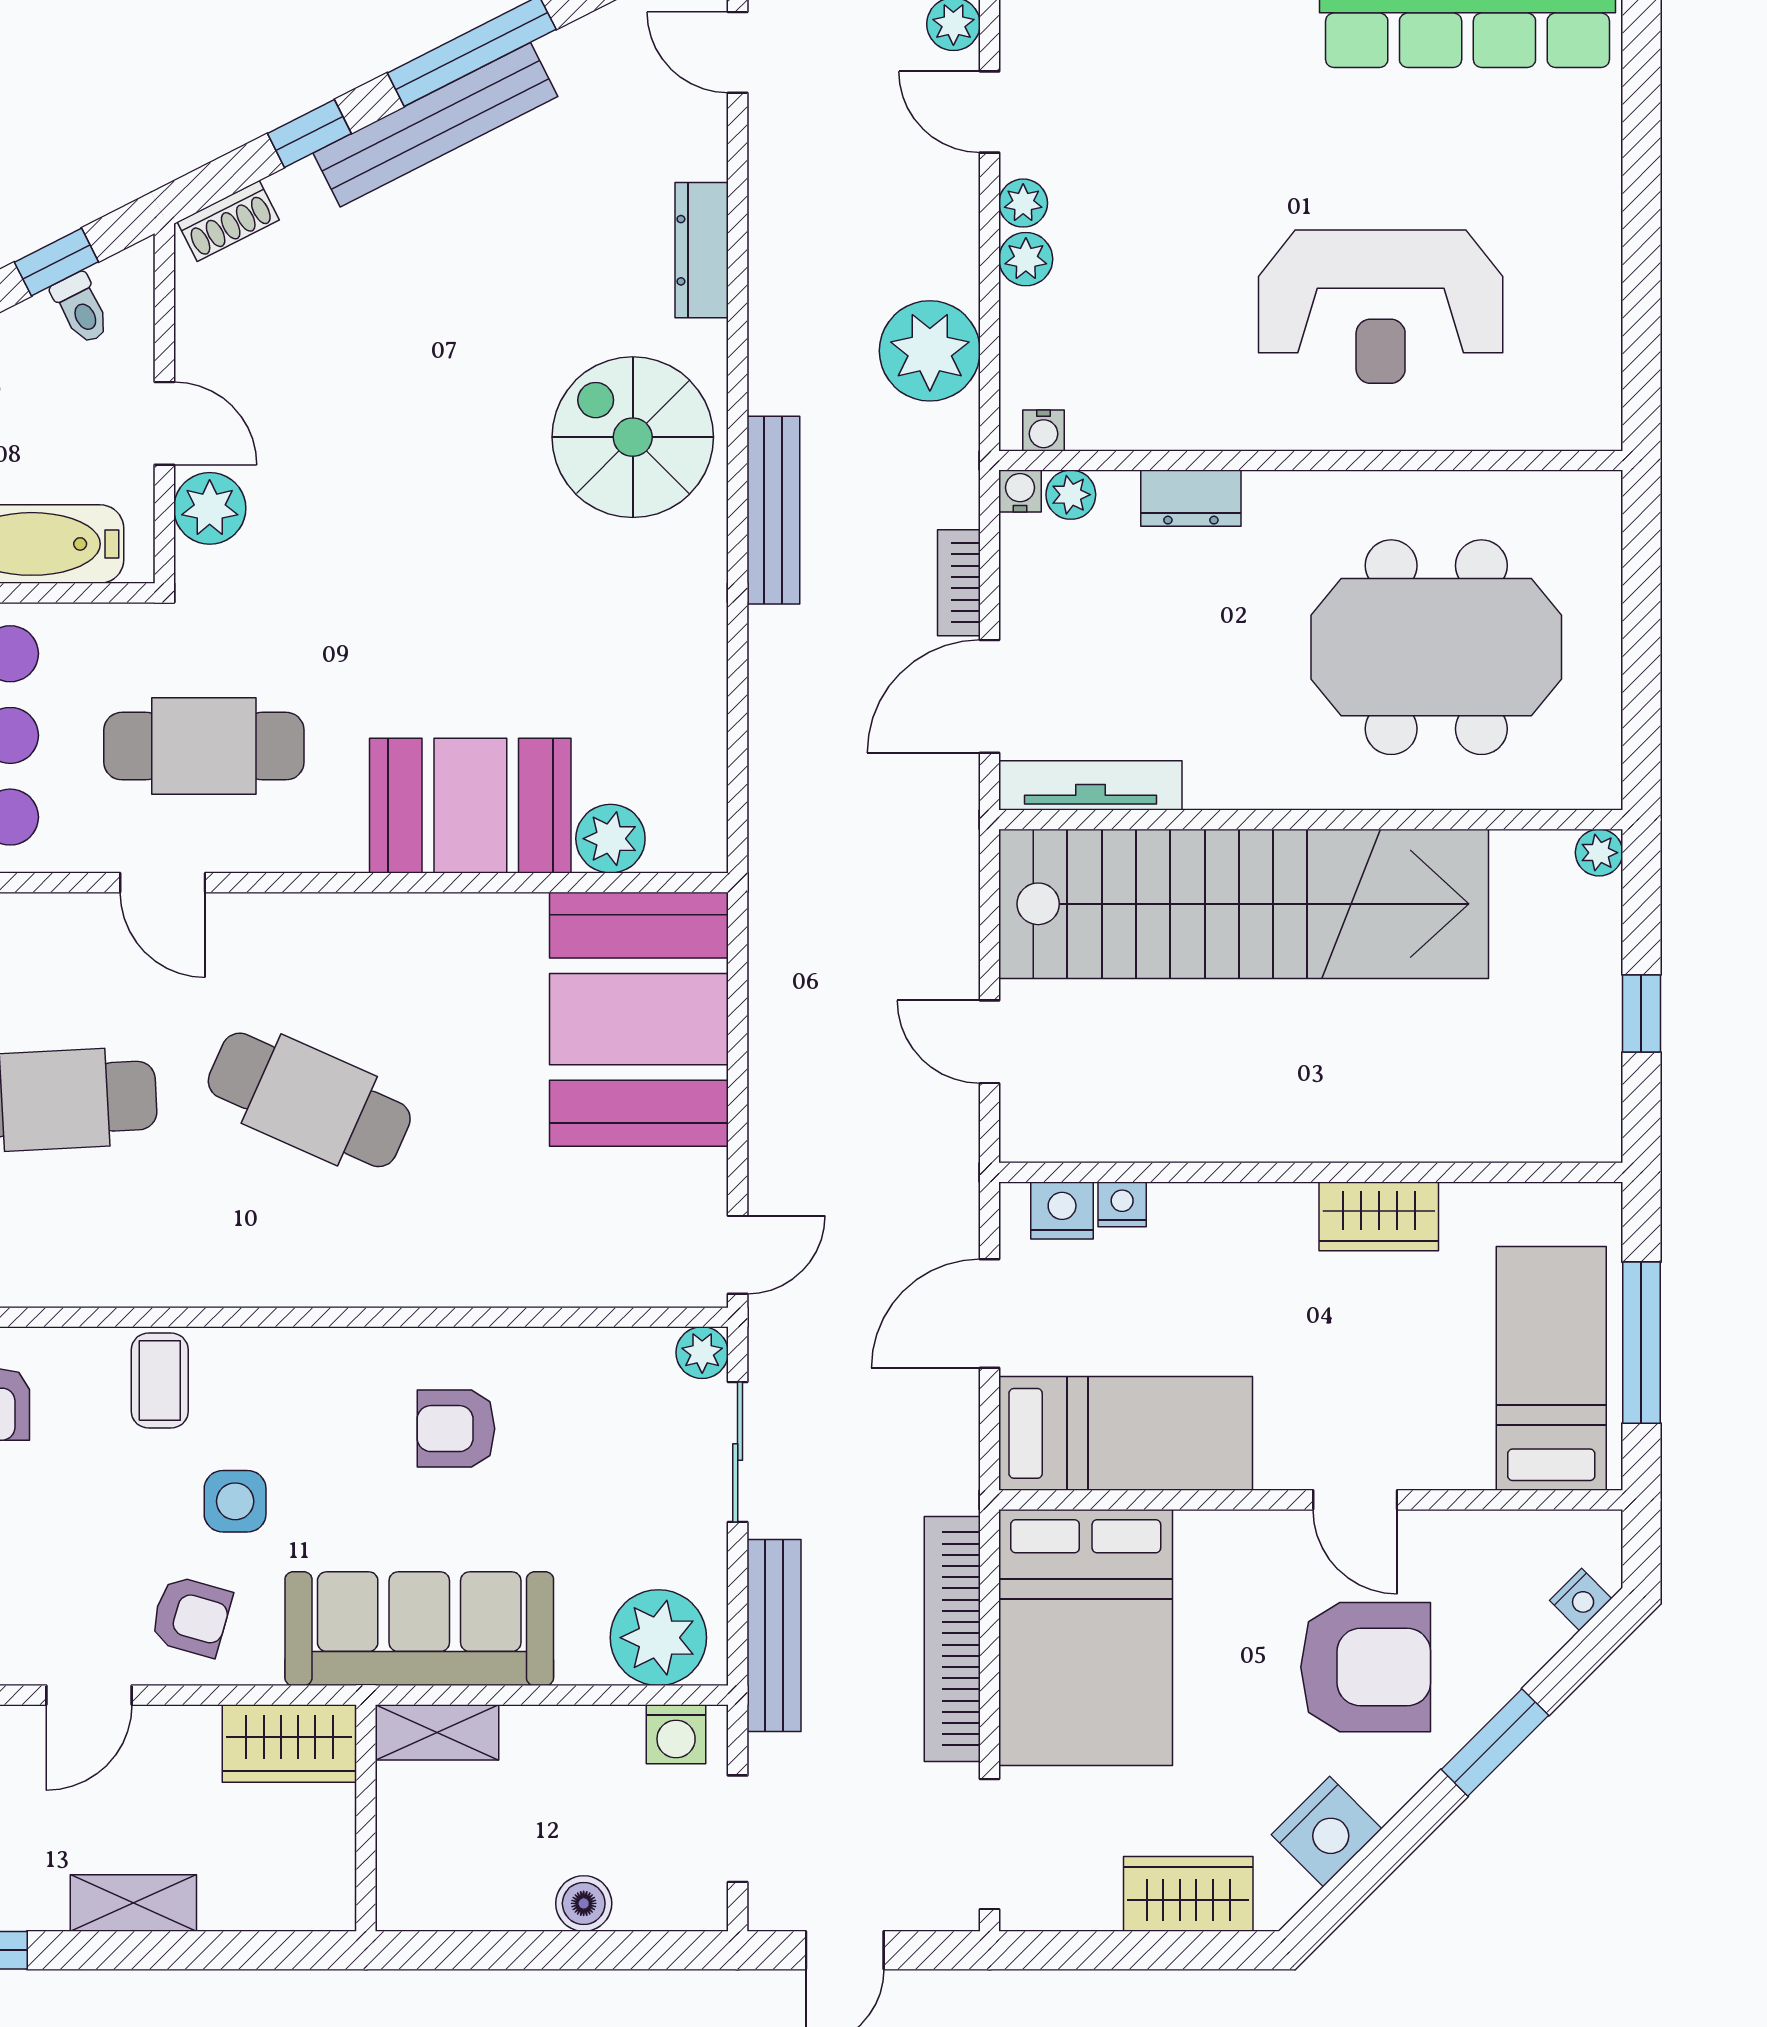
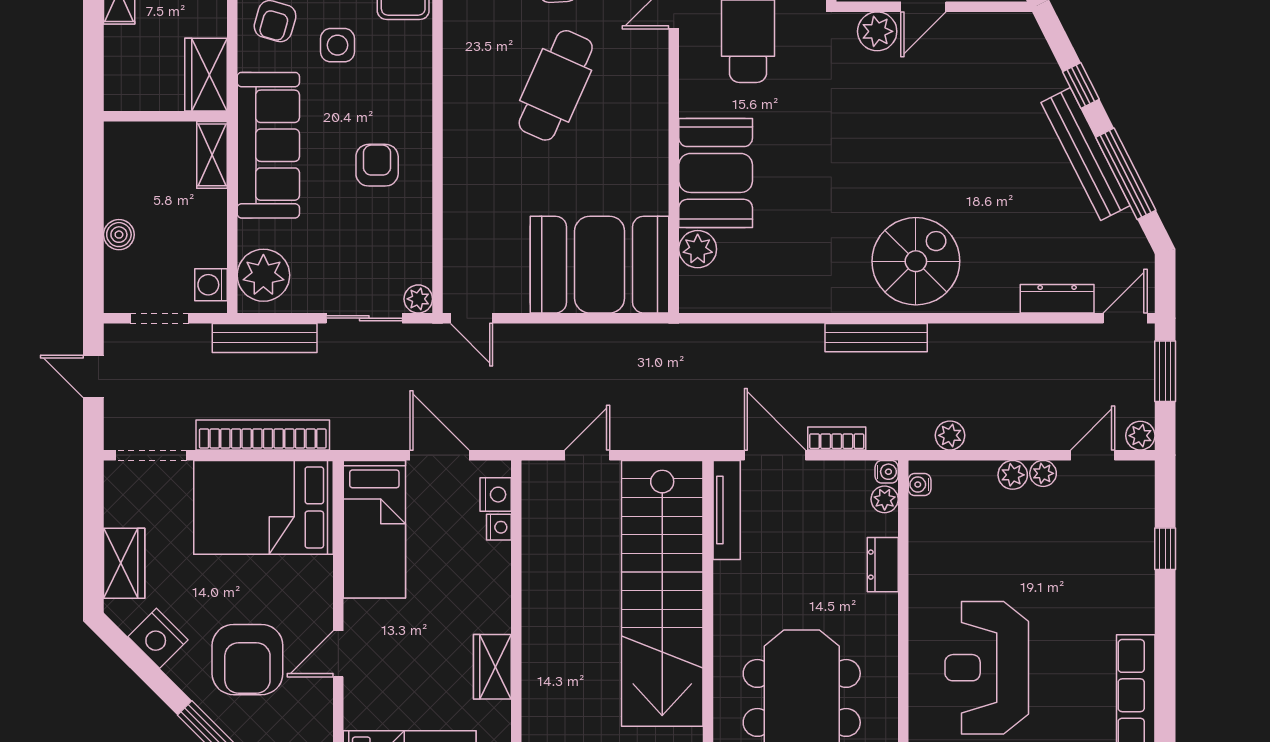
shoe rack: (228, 221) -> (1033, 41), removed
dresser: (702, 250) -> (1057, 299), moved
plant: (930, 351) -> (950, 435), width x0.53, depth x0.53

